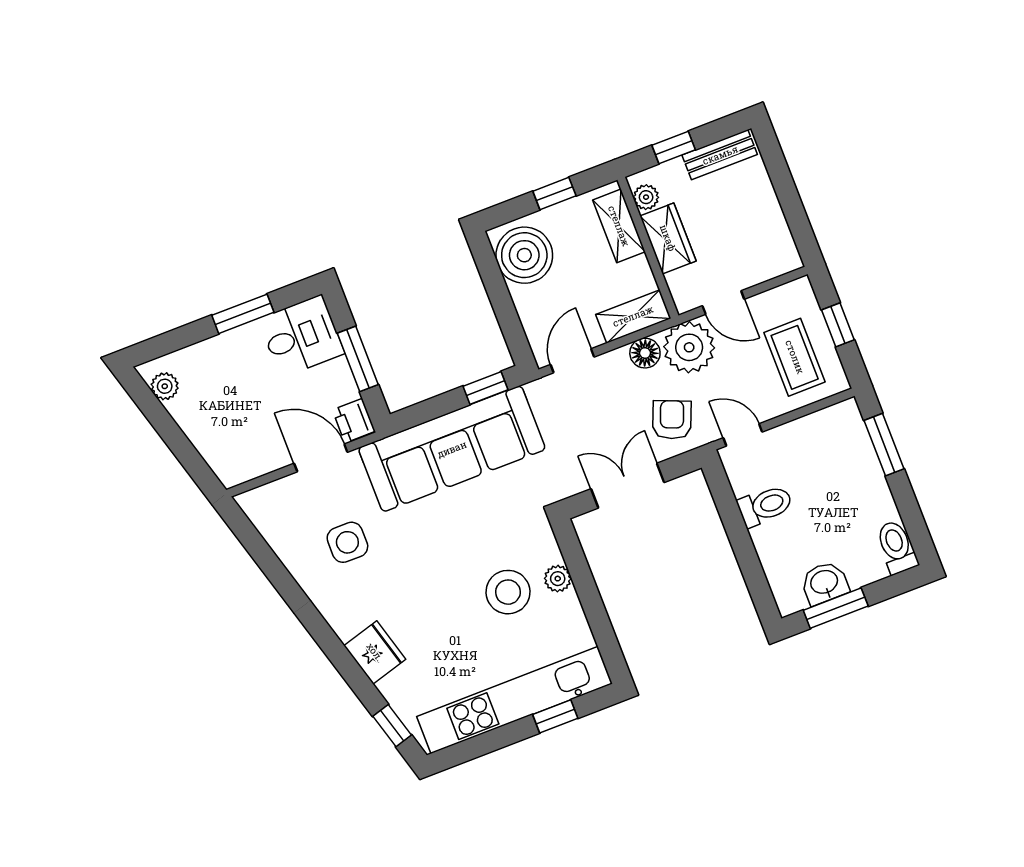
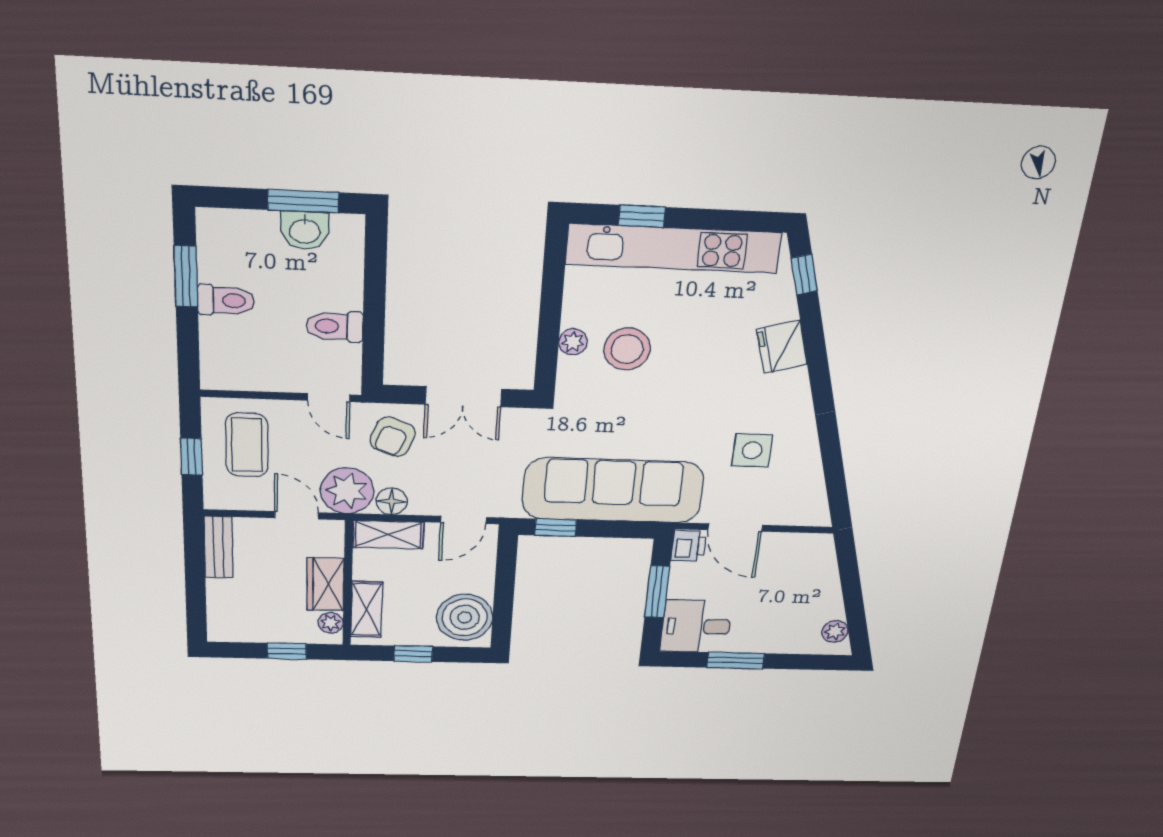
bench: (720, 155) -> (218, 547), moved, turned 90
window: (884, 445) -> (186, 276), moved
toilet: (897, 547) -> (226, 300), moved, turned -90

